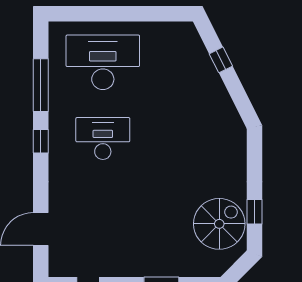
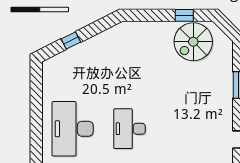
spiral stairs: (219, 224) -> (193, 42), turned -90

